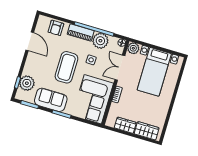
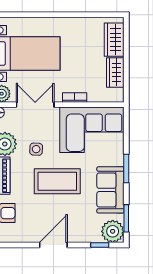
door: (30, 41) -> (53, 245), moved
double door: (120, 68) -> (35, 105), swing flipped
plant: (27, 83) -> (113, 231), moved

